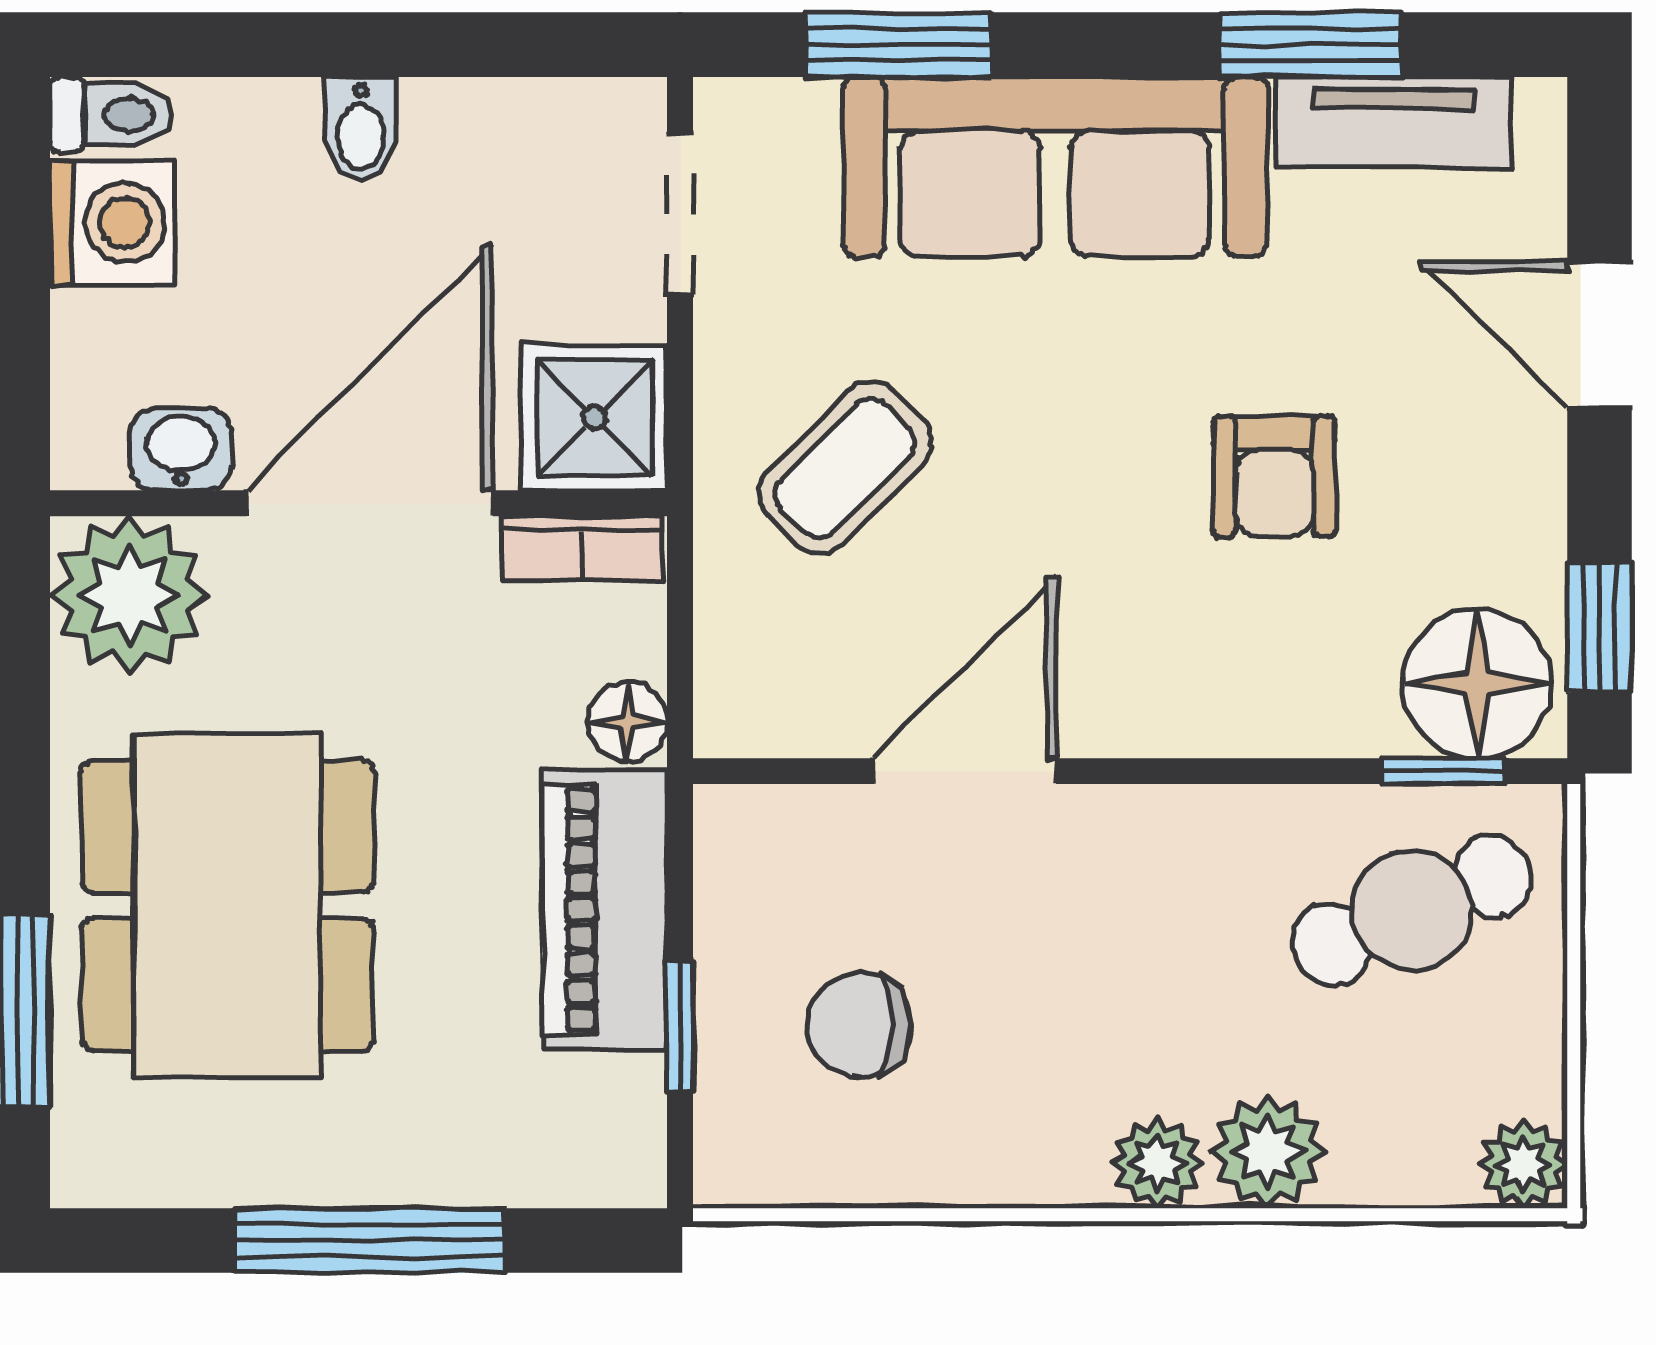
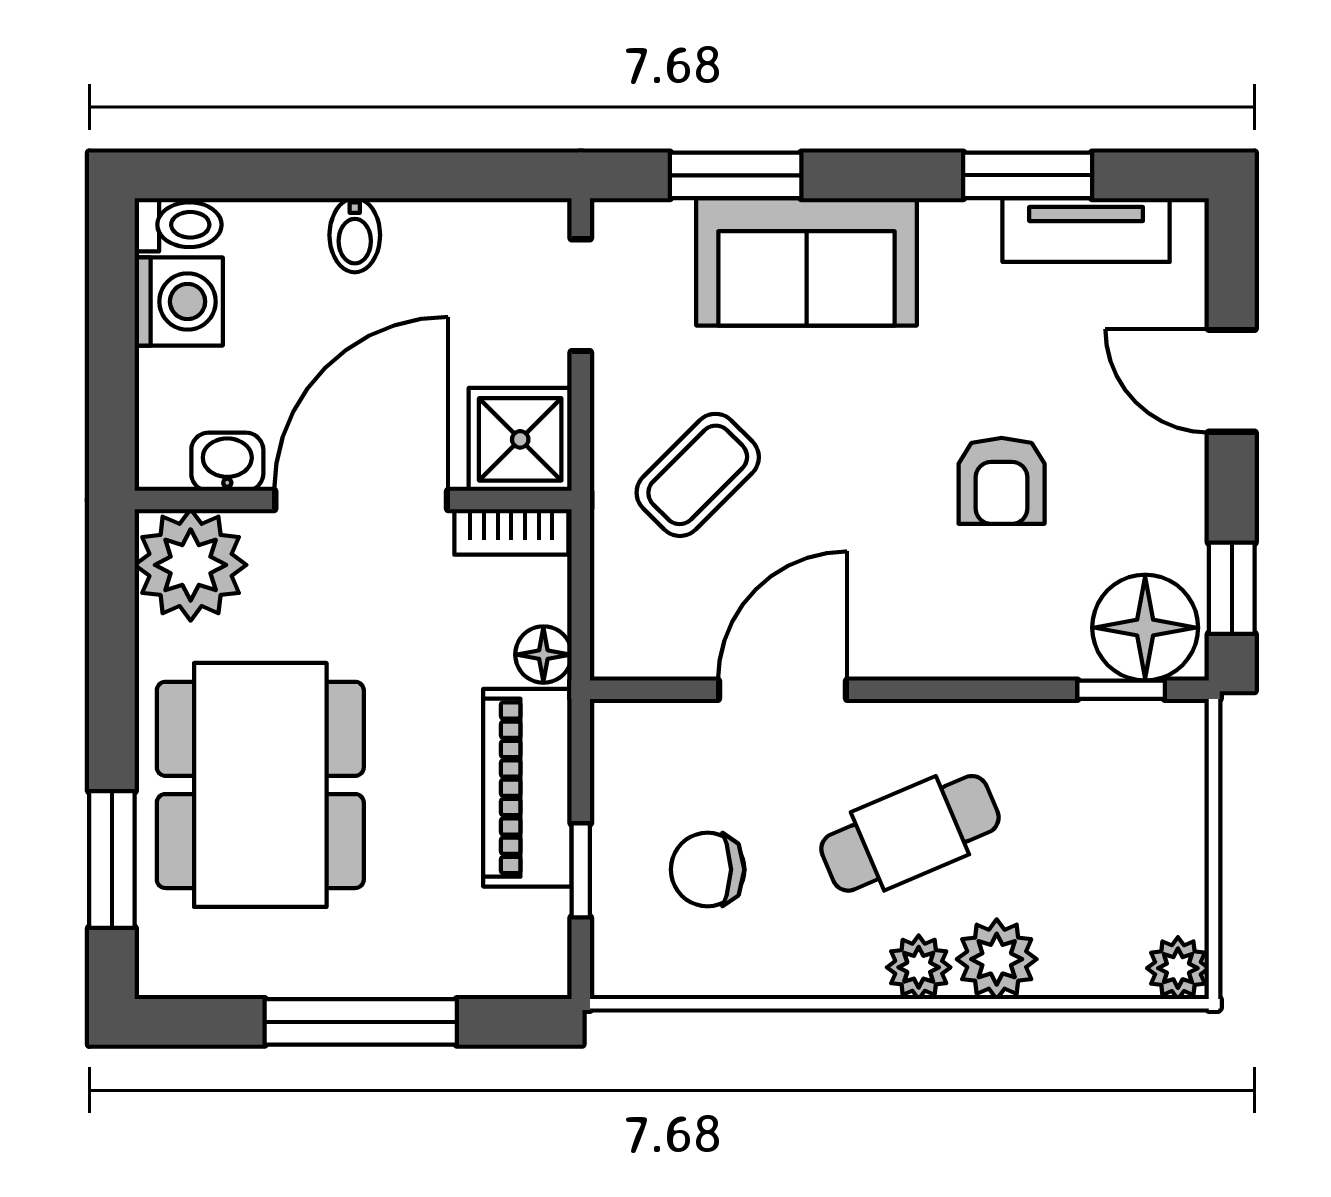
sofa: (1055, 167) -> (807, 262), width x0.73
cafe table: (1412, 910) -> (910, 833), moved

